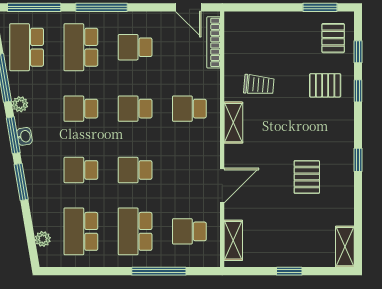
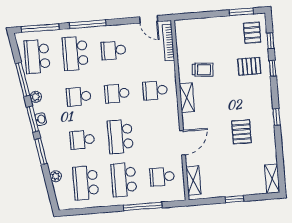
school desk: (135, 170) -> (120, 137), width x1.85
plant: (43, 239) -> (56, 176), moved

